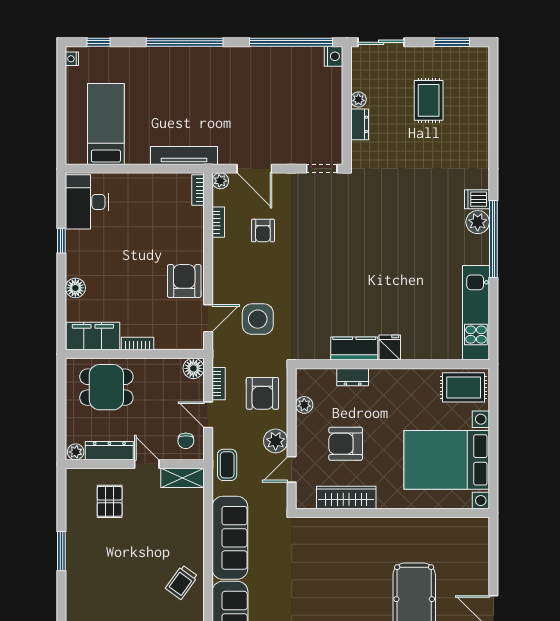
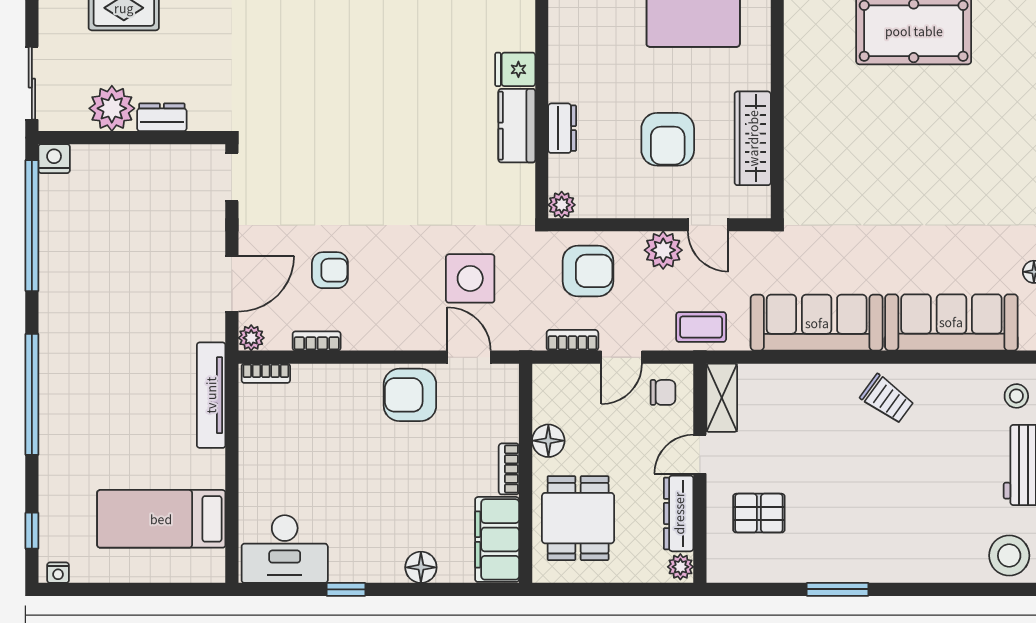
plant: (358, 99) -> (112, 108), width x1.88, depth x1.88
floor lamp: (193, 368) -> (548, 441), moved
plant: (304, 405) -> (562, 205), moved

